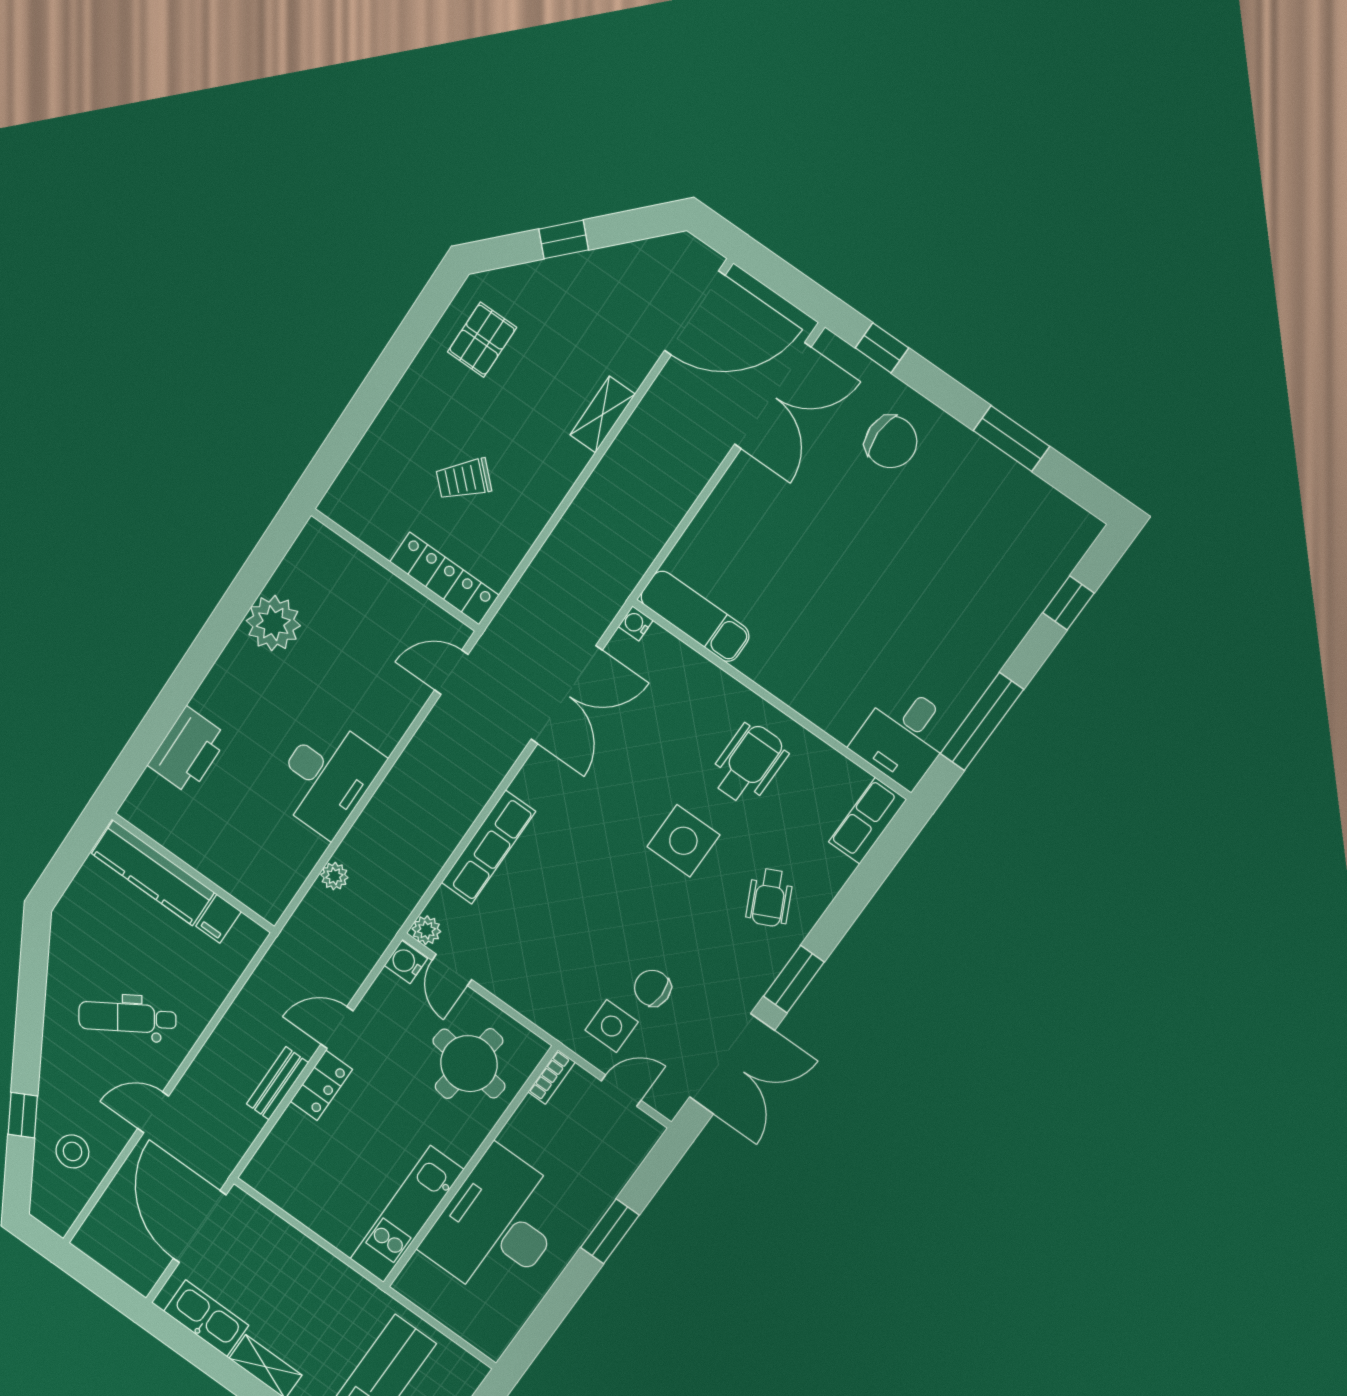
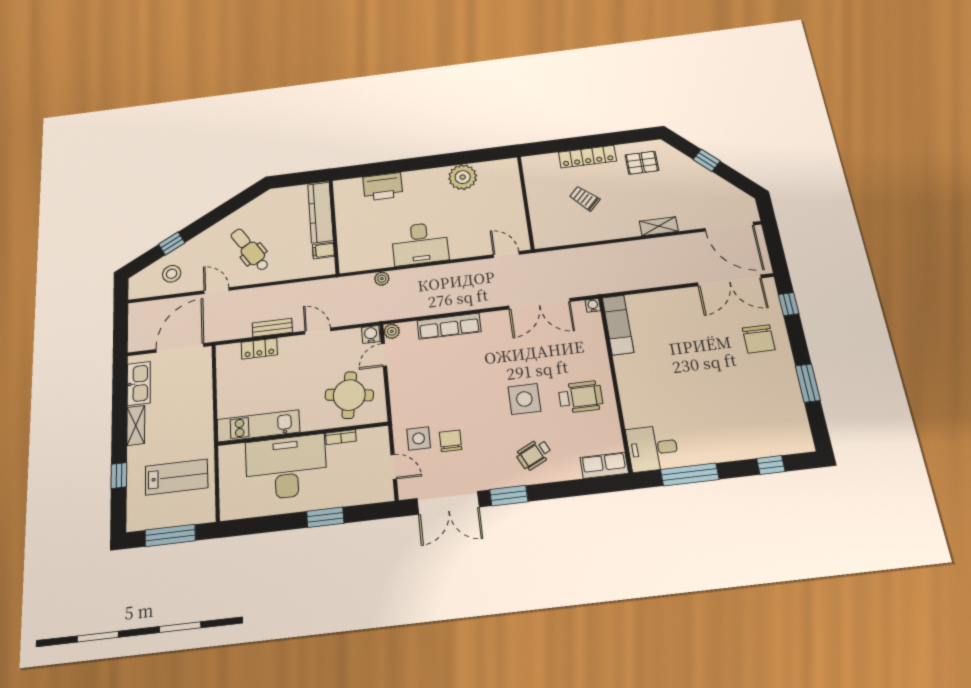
locker: (444, 579) -> (587, 157), moved, turned 90
bookcase: (552, 1077) -> (341, 437), moved
locker: (321, 1085) -> (259, 349), moved

